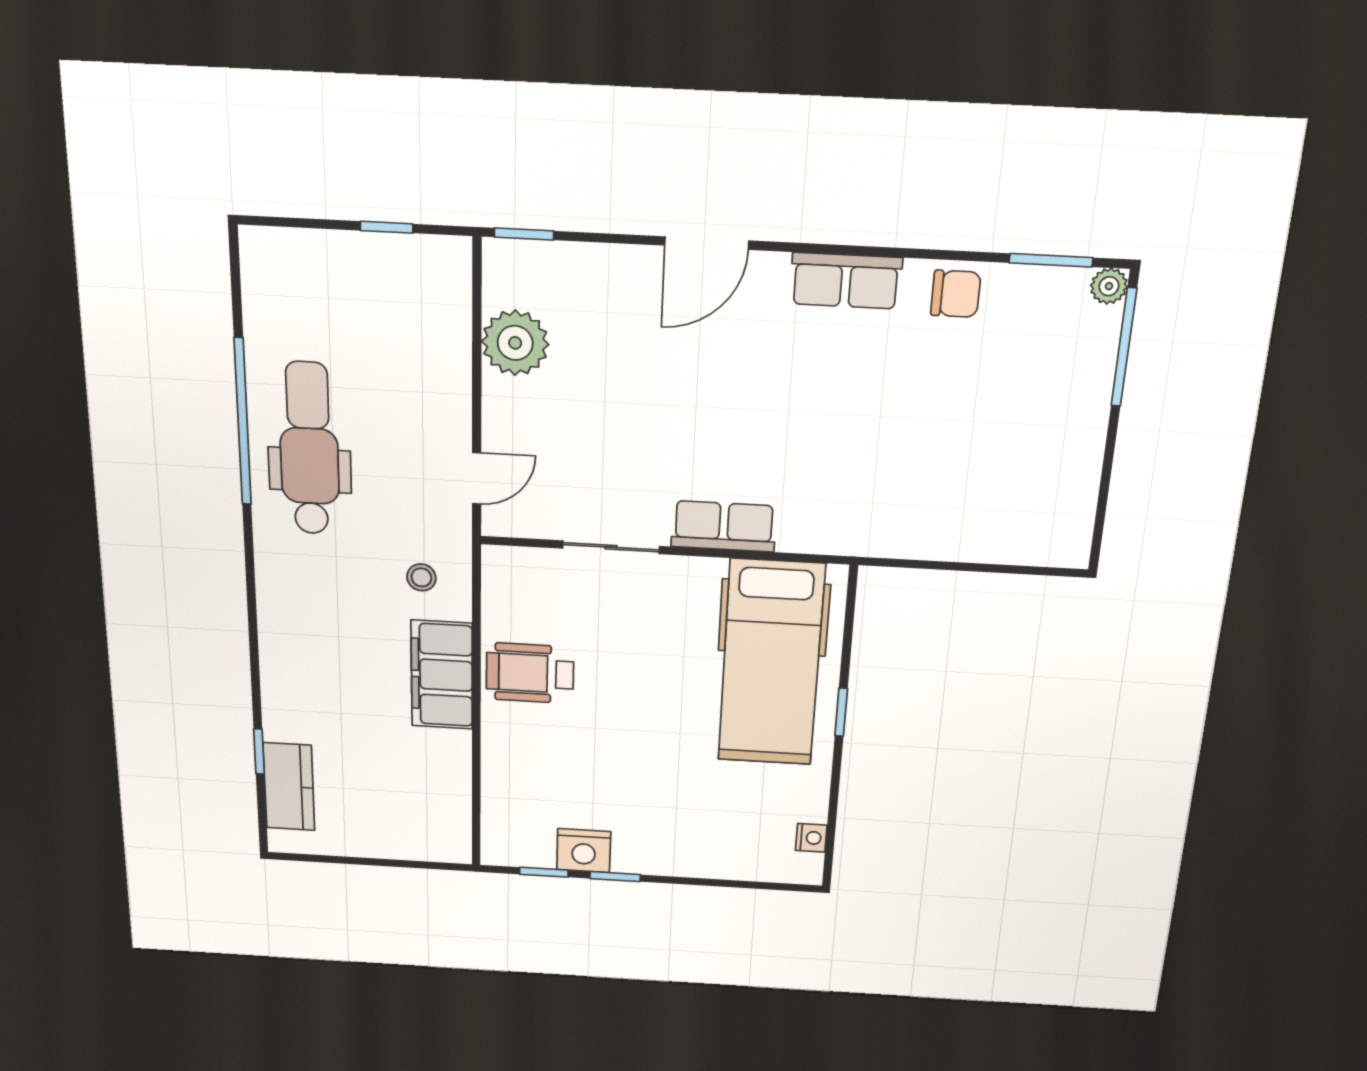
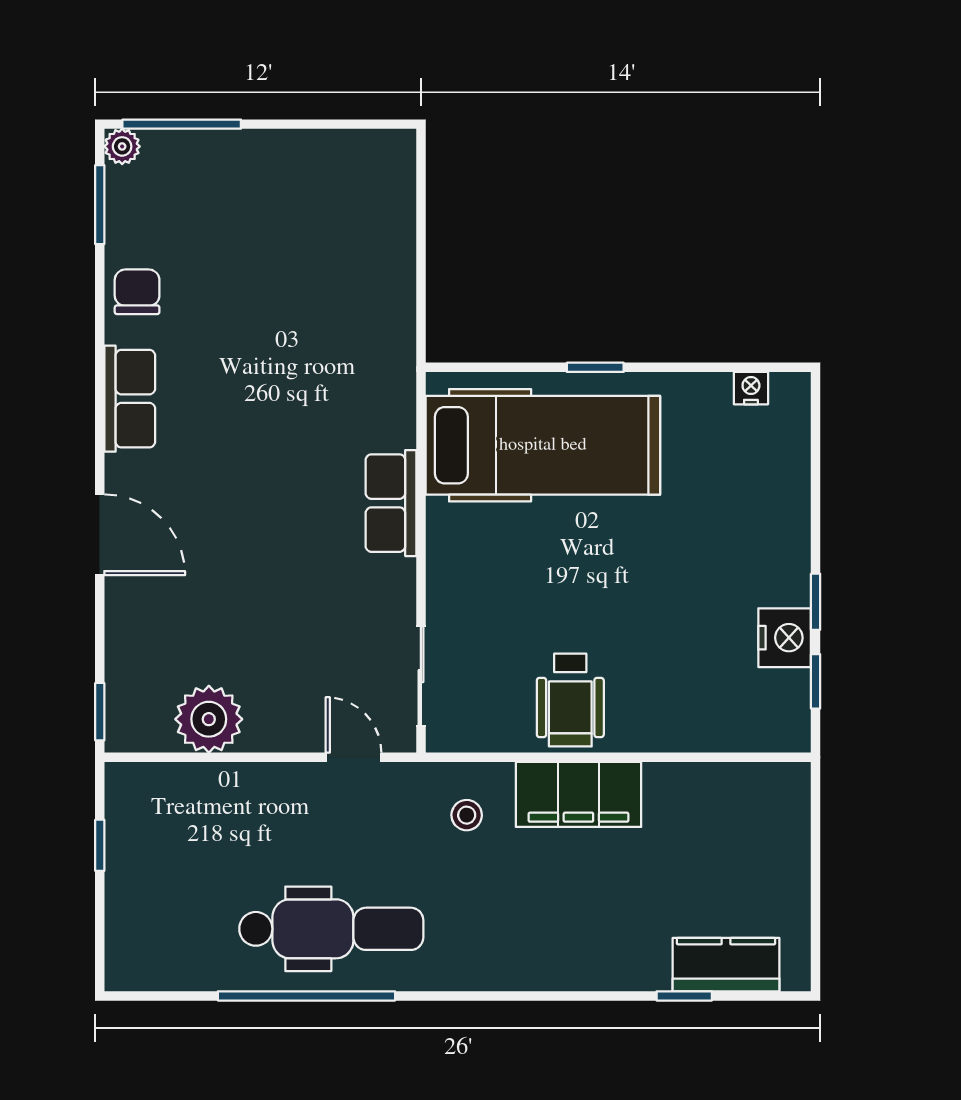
dental chair: (309, 449) -> (331, 929), turned 180
sliding door: (611, 547) -> (421, 676), moved

